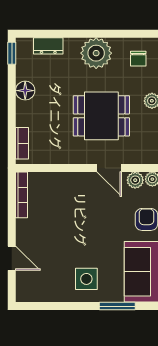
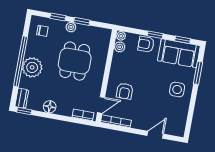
window: (86, 34) -> (20, 61), added
dresser: (48, 46) -> (22, 98), moved
plant: (96, 53) -> (32, 67), moved
door: (109, 168) -> (101, 105), moved
armchair: (70, 200) -> (125, 91), added

